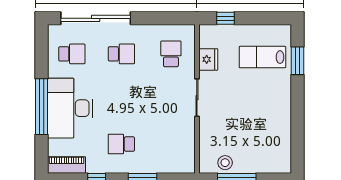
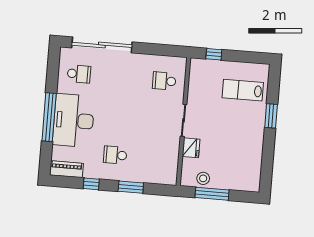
school desk: (121, 54) -> (122, 77), removed
school desk: (171, 54) -> (164, 81), turned -90
fridge: (208, 59) -> (191, 148), moved
window: (297, 61) -> (271, 116), moved

